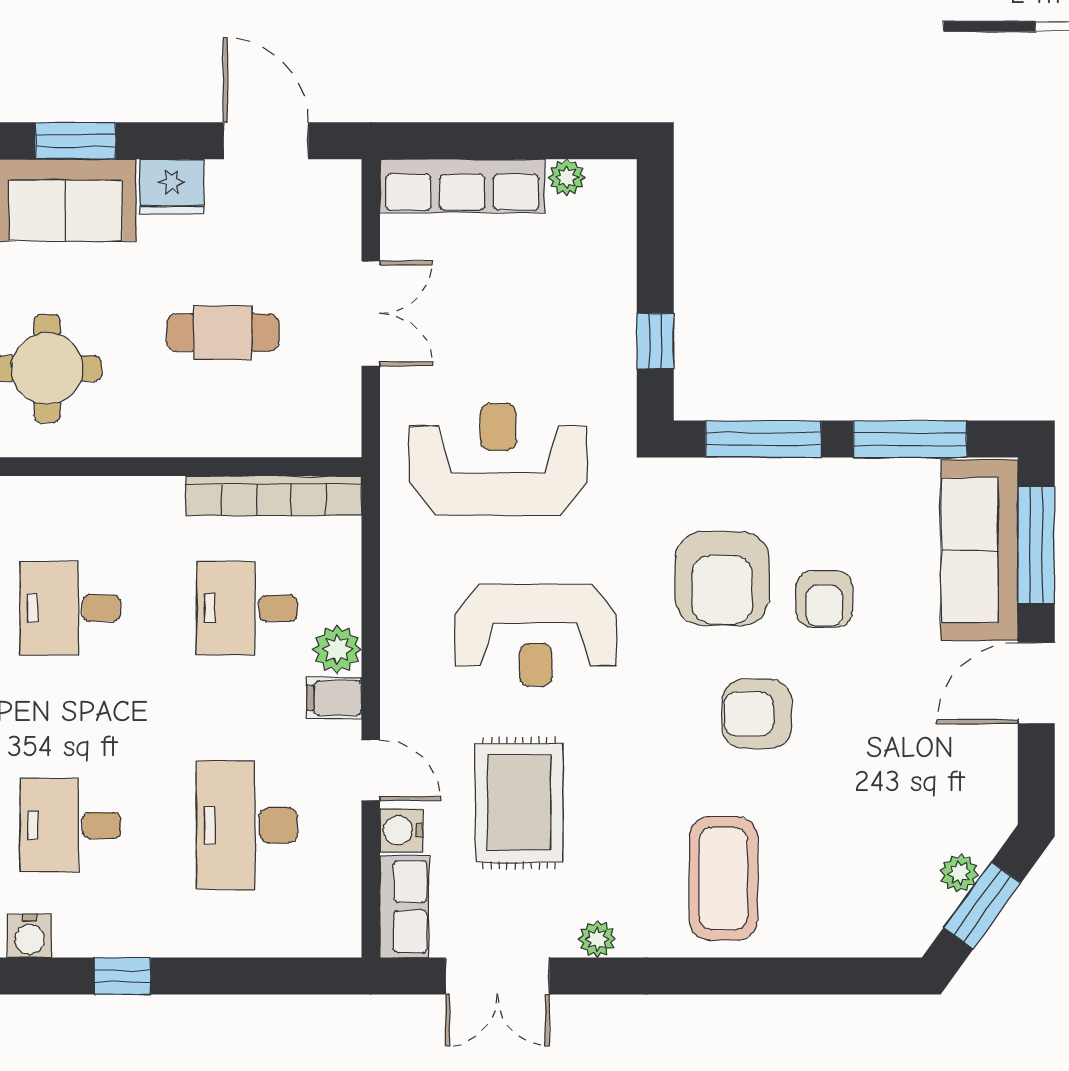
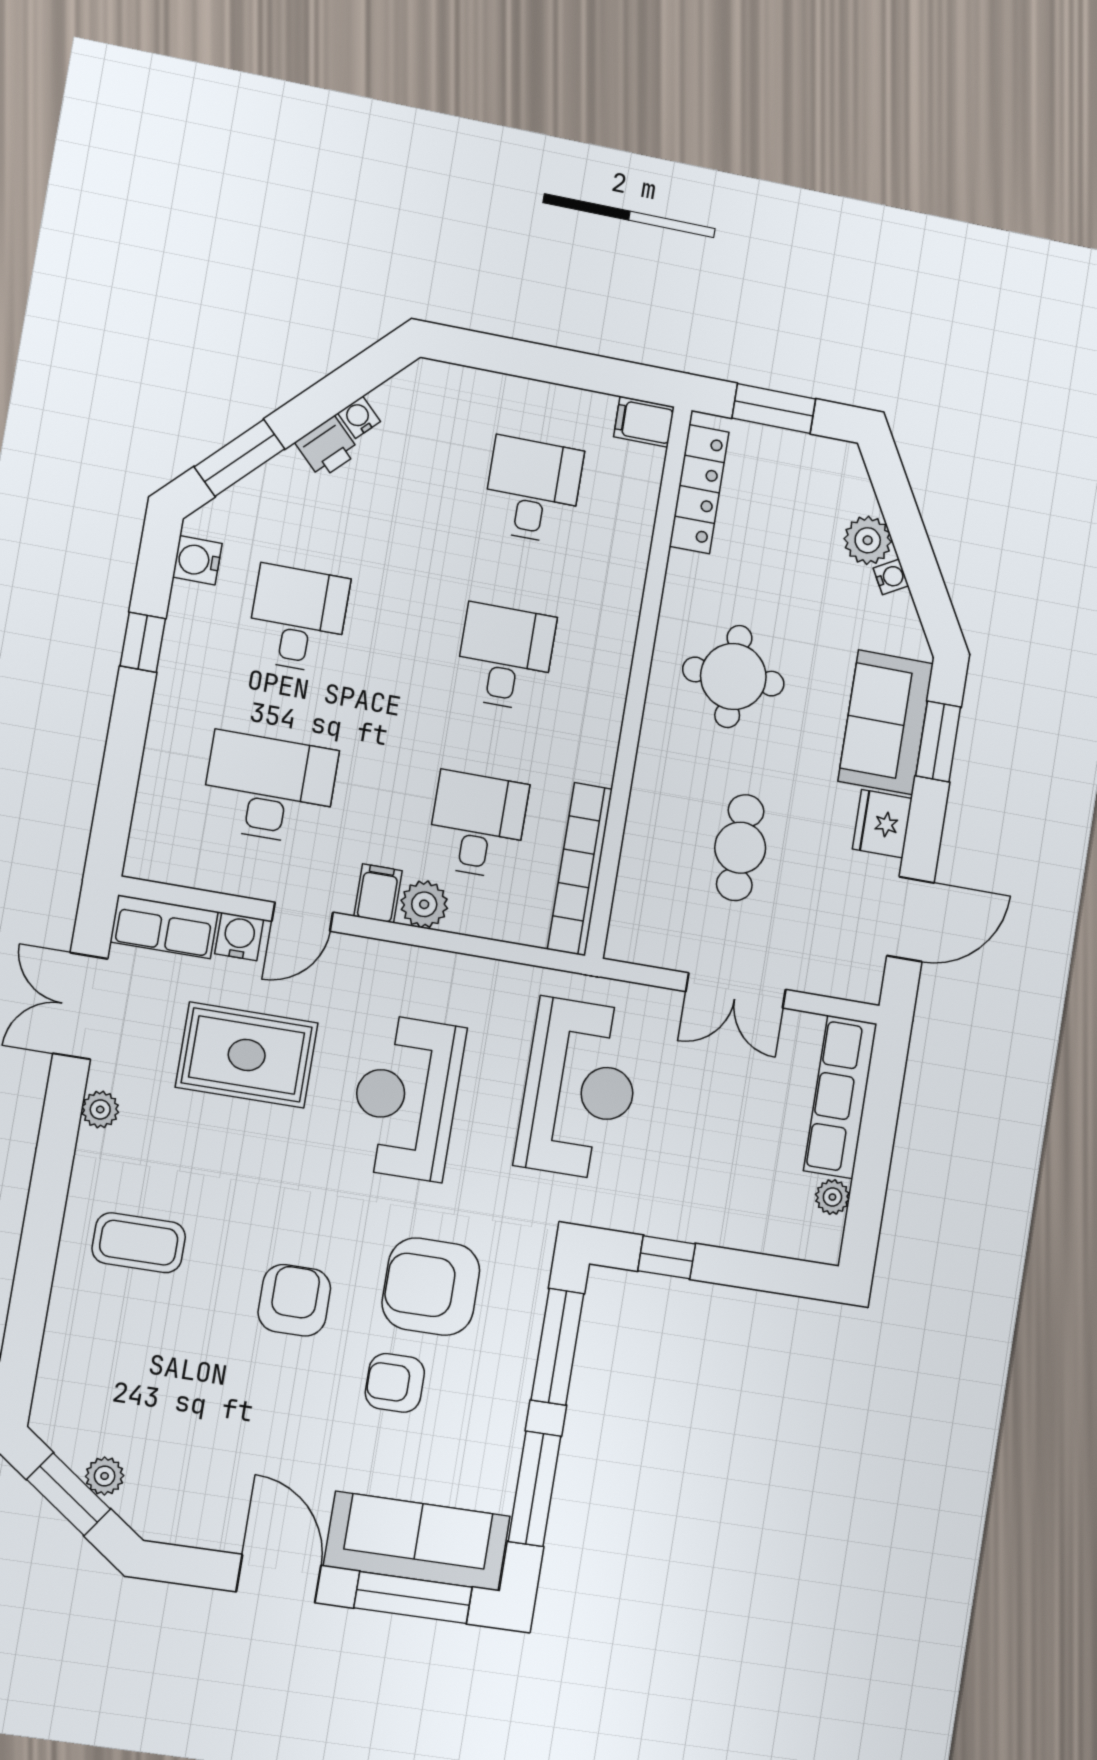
coffee table: (723, 879) -> (139, 1243), width x0.73, depth x0.76

